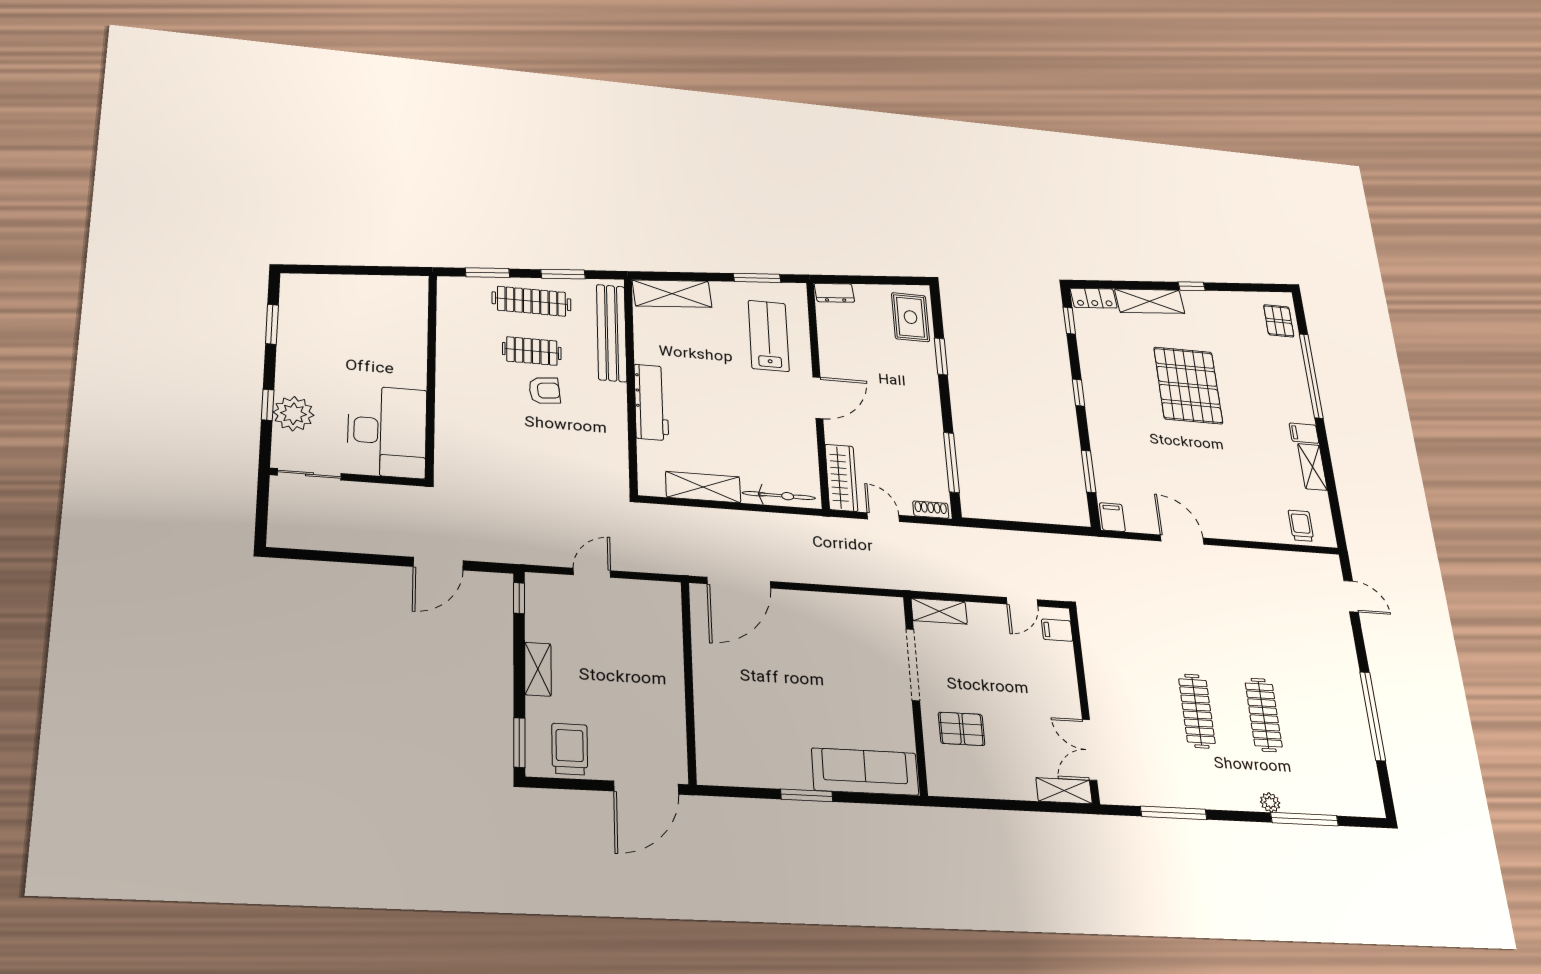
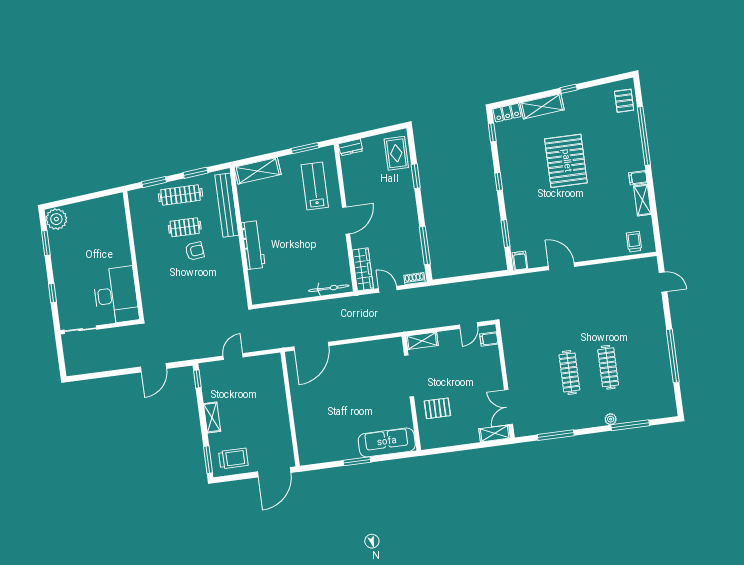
plant: (294, 414) -> (56, 219), moved
shelving: (703, 487) -> (287, 292), removed
trolley: (570, 749) -> (233, 458), turned 90

